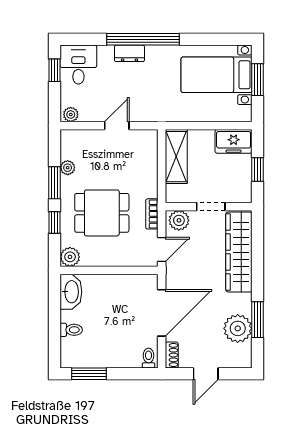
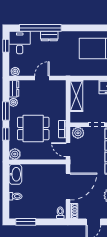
window: (143, 39) -> (40, 28), moved
dresser: (69, 144) -> (14, 89), added
door: (162, 249) -> (68, 150), swing flipped

